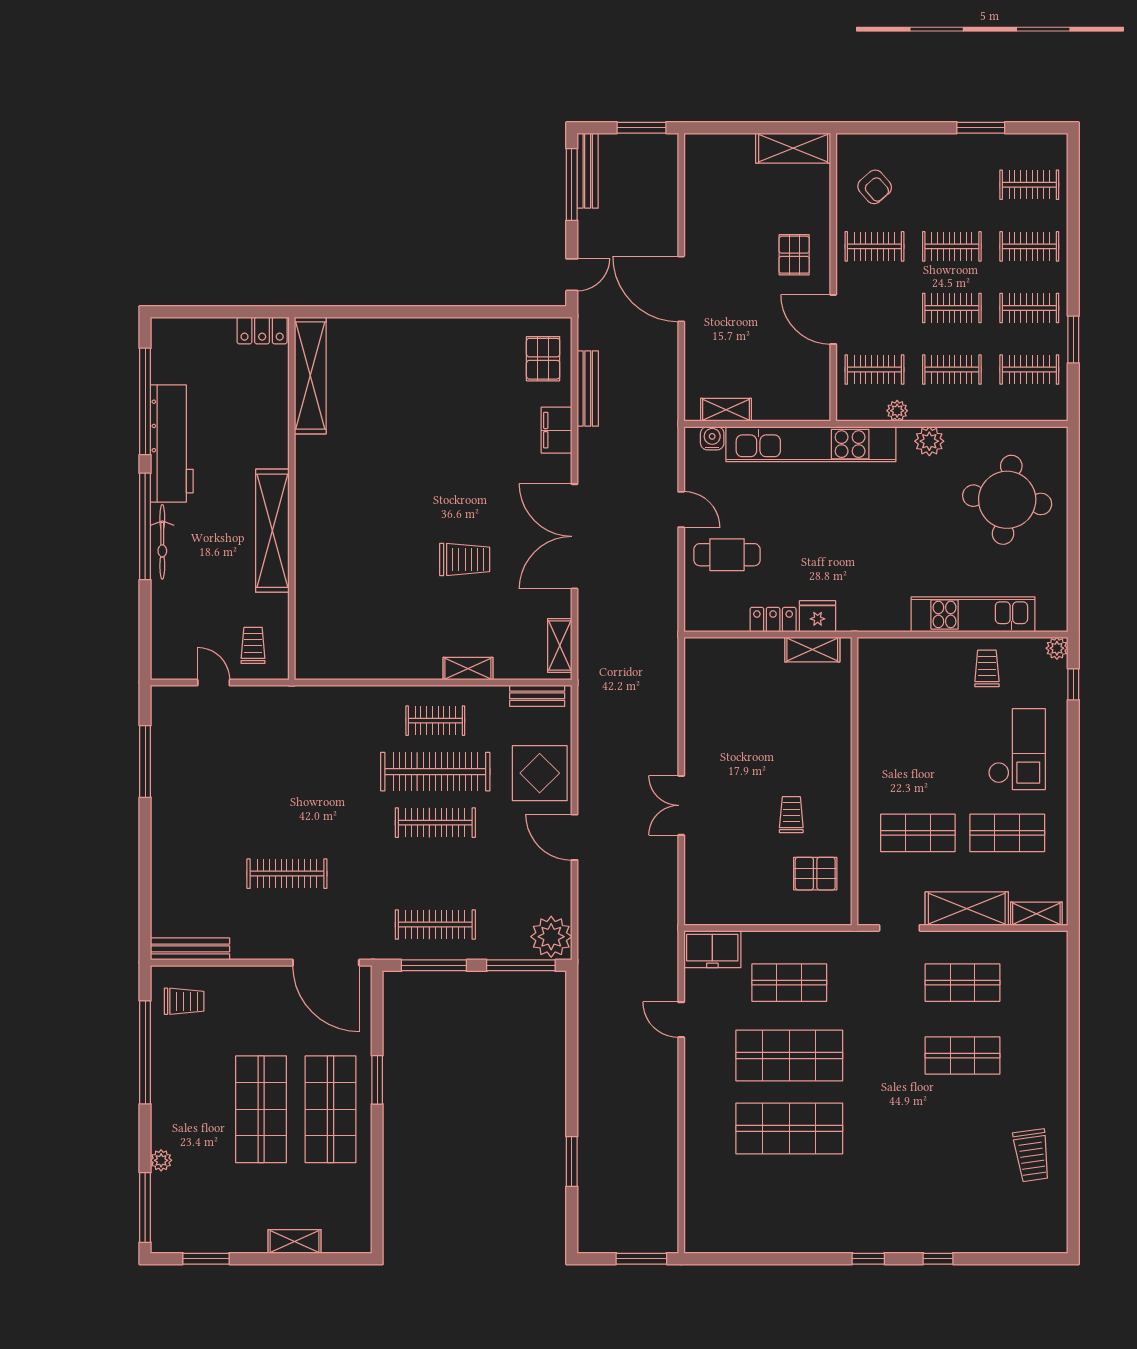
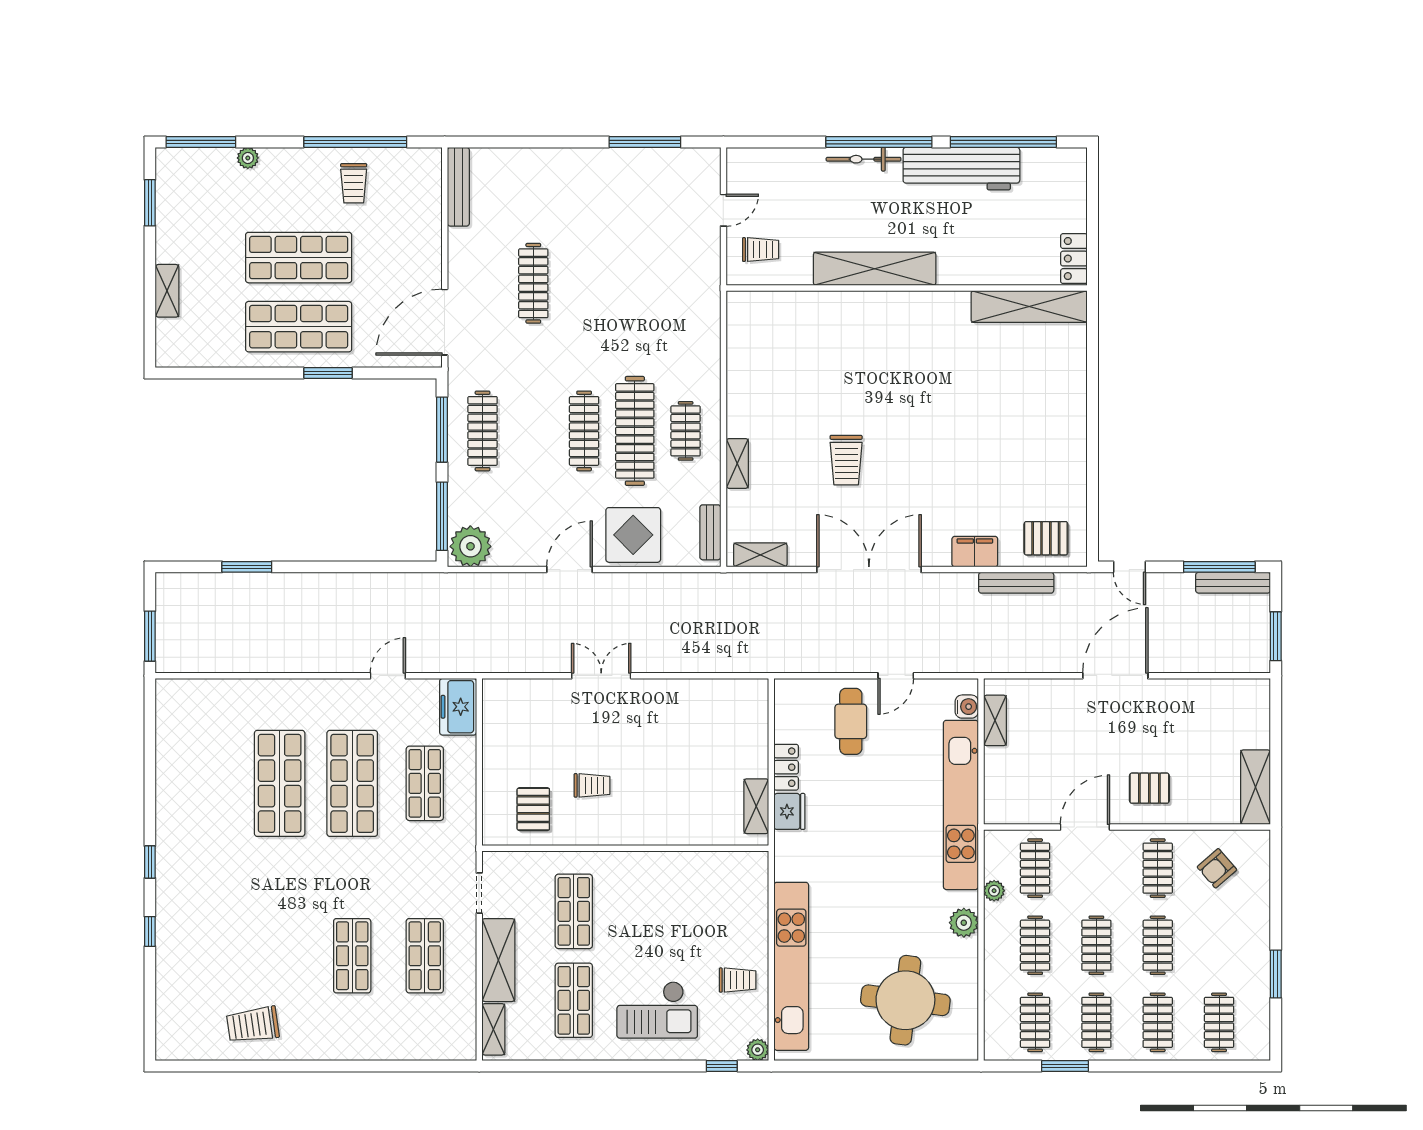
kitchen unit: (973, 614) -> (791, 966), width x1.36
trolley: (184, 1001) -> (354, 183), moved

